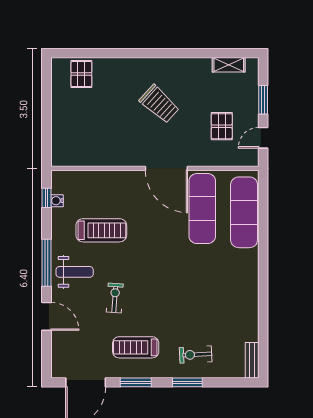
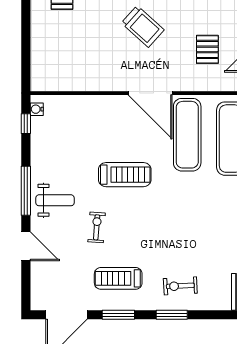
water cooler: (57, 201) -> (37, 109), moved
treadmill: (101, 230) -> (125, 175), moved

